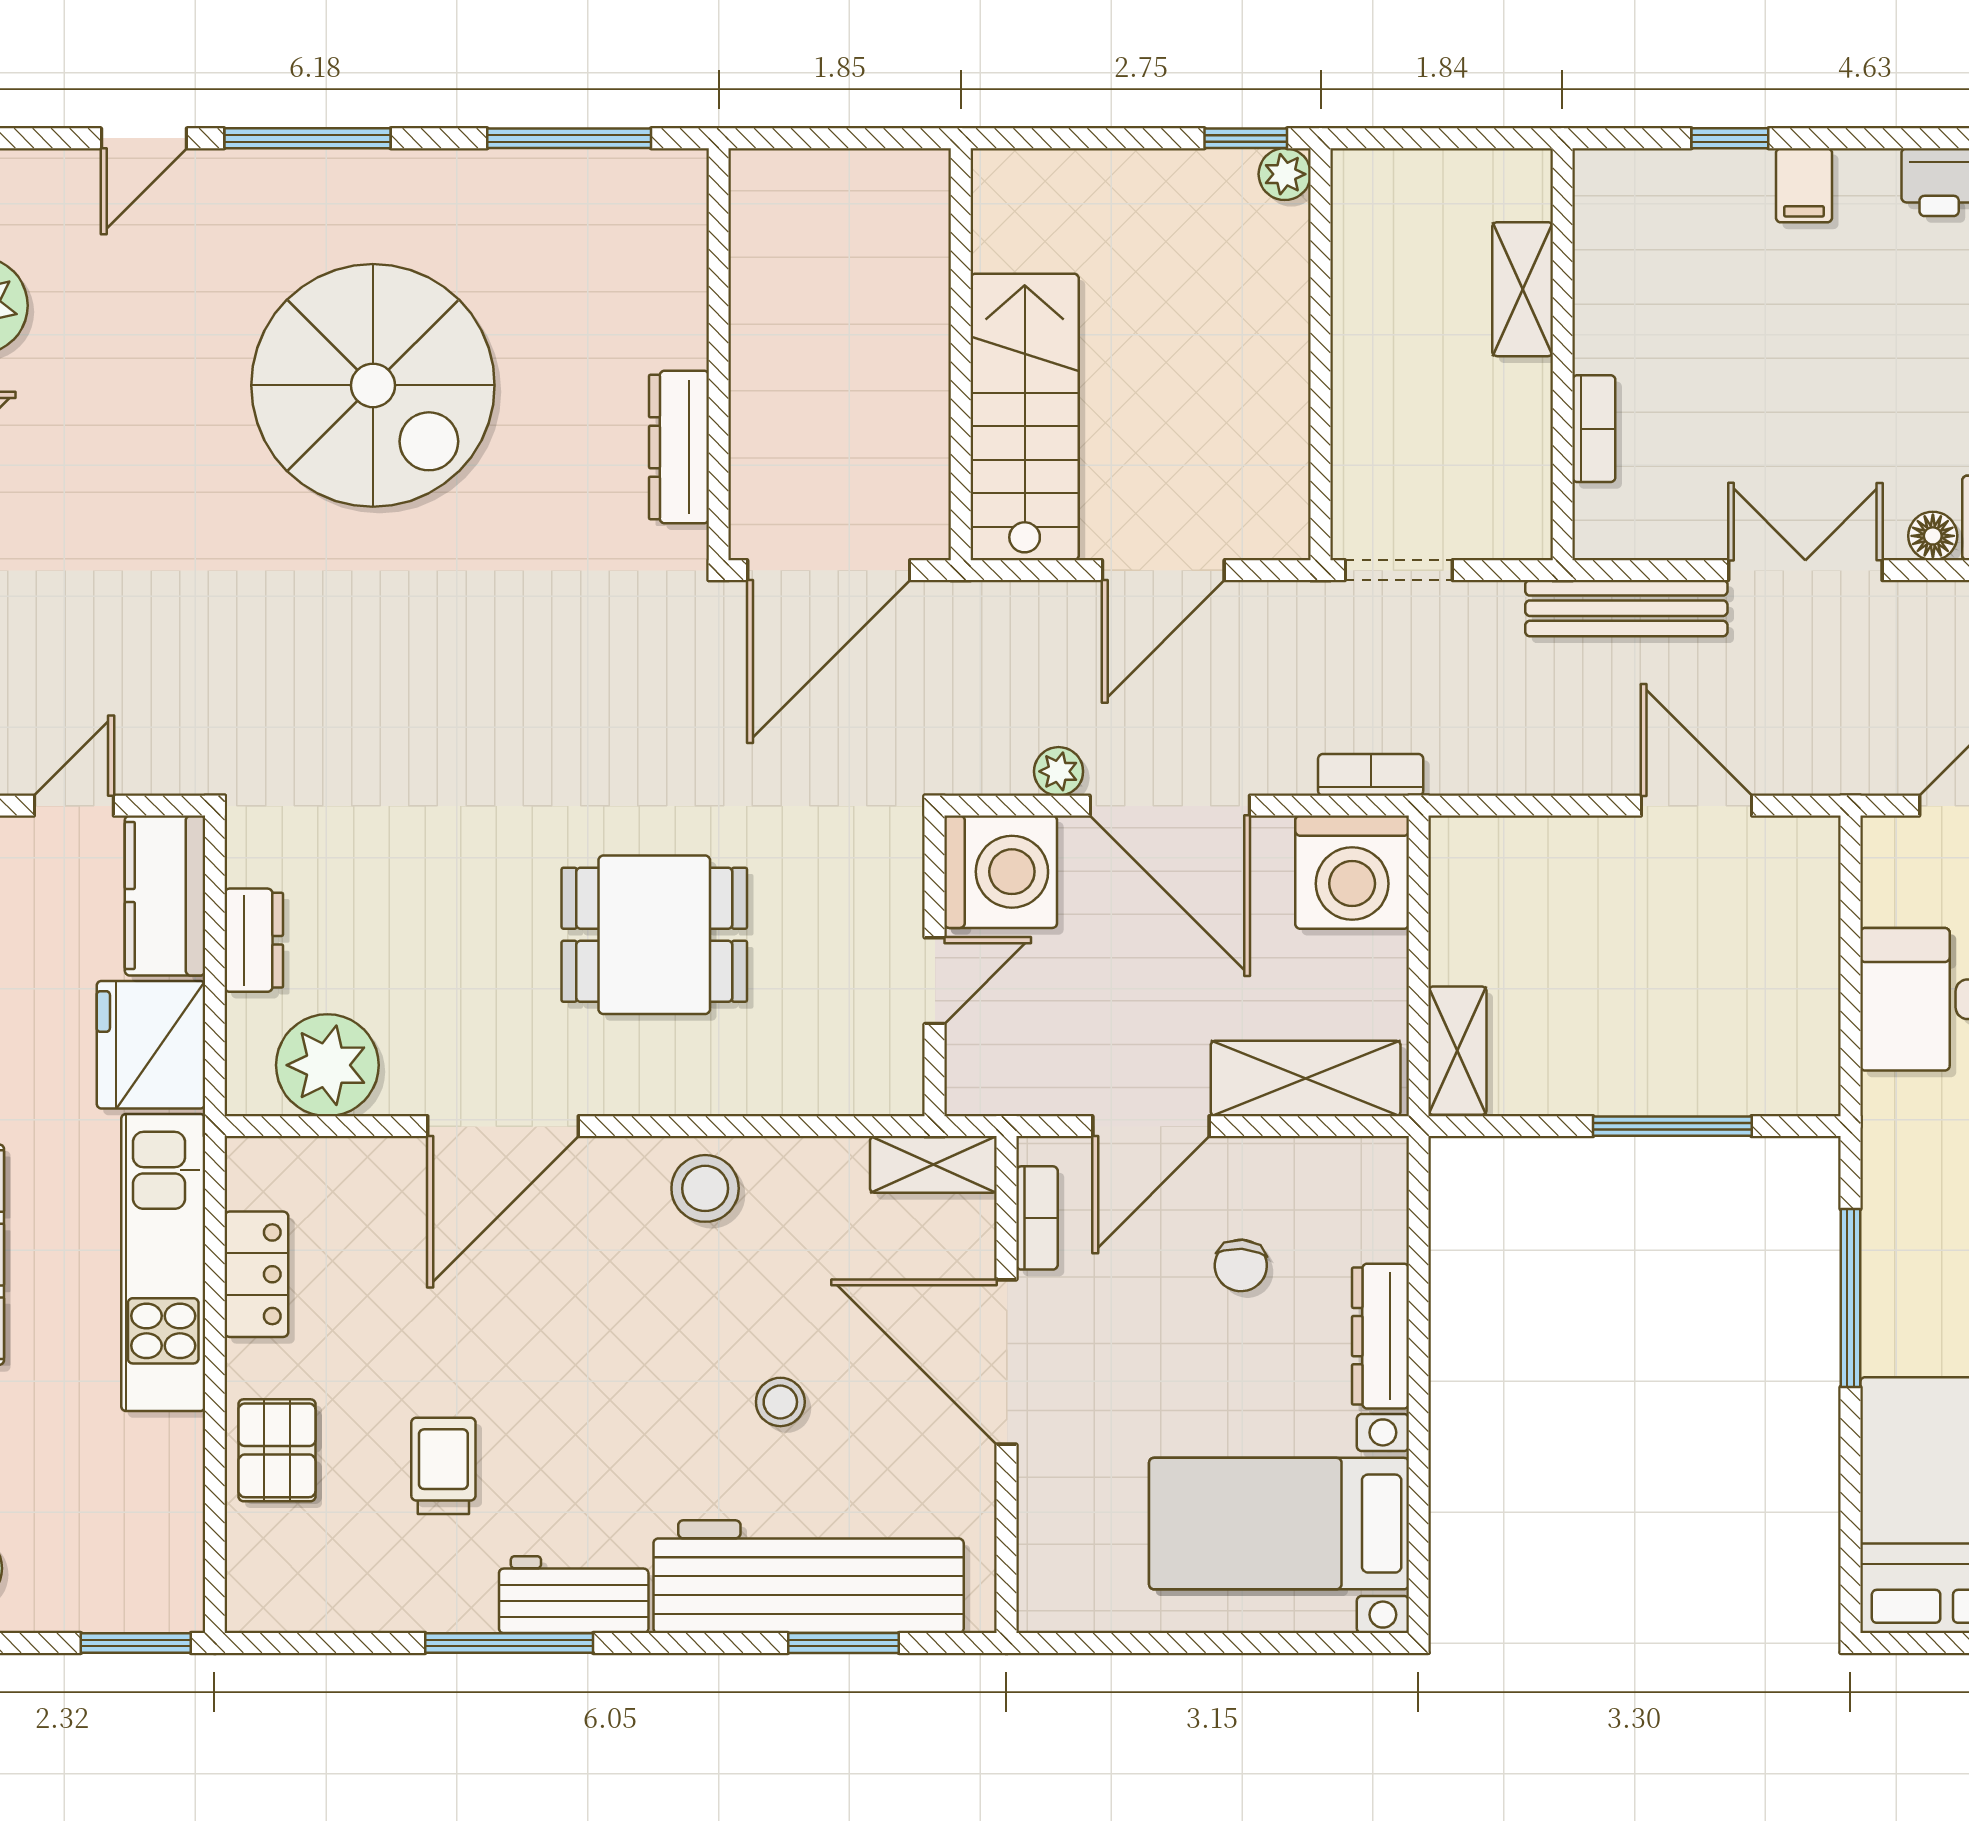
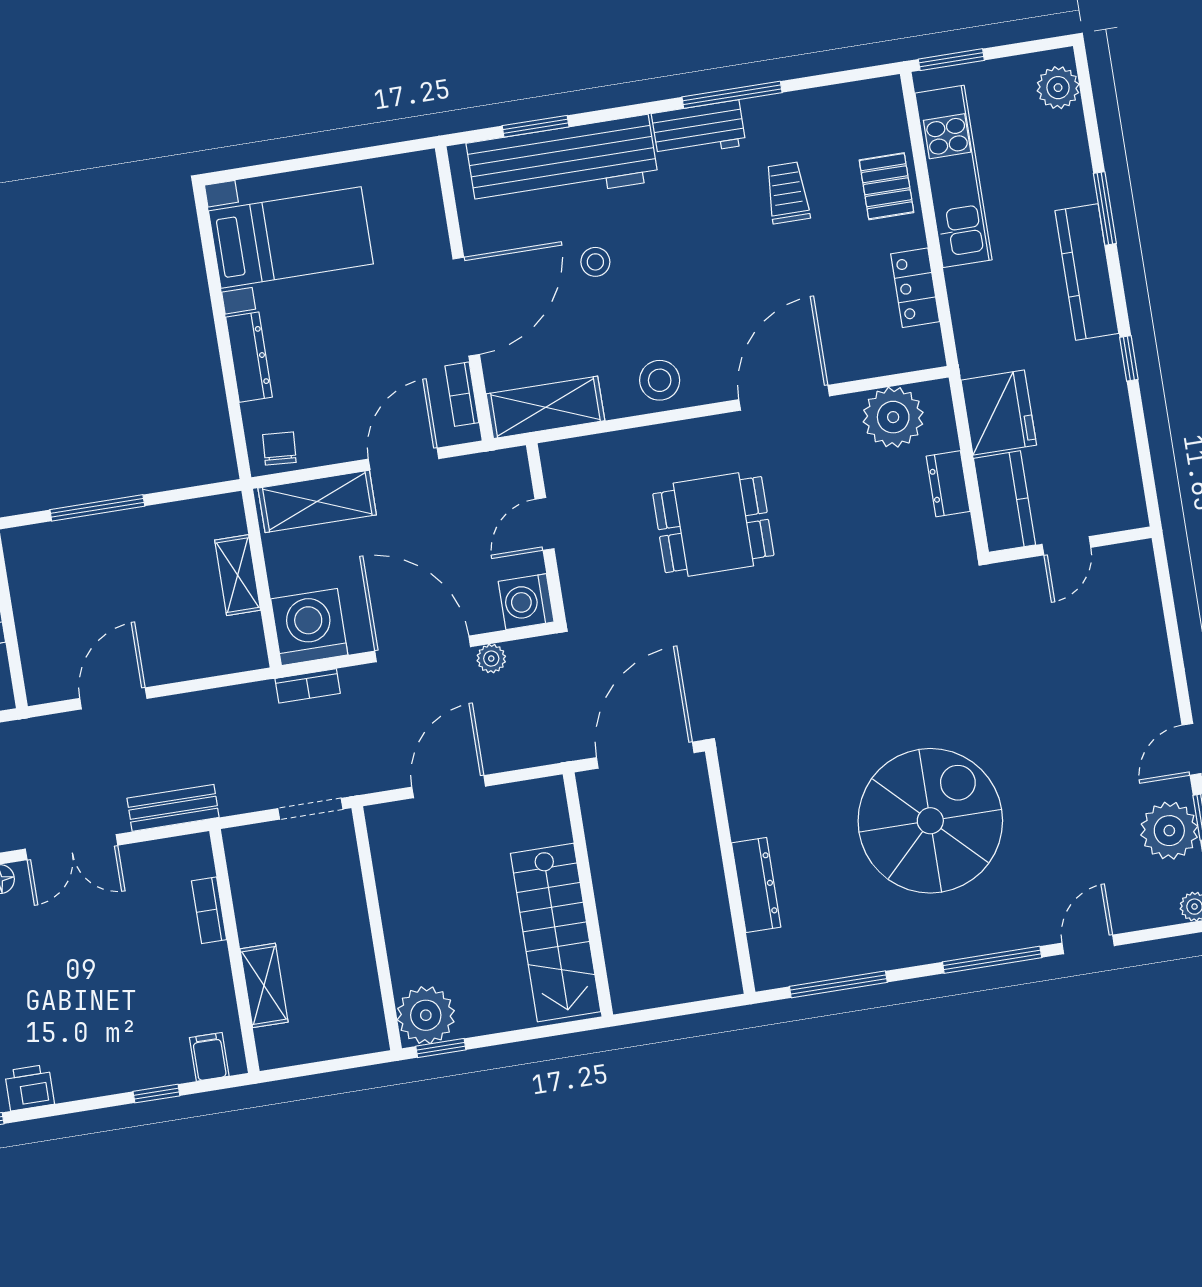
plant: (1285, 174) -> (426, 1015), width x1.87, depth x1.87
filing cabinet: (1804, 185) -> (209, 1057), moved
spiral stairs: (373, 385) -> (930, 821), turned 90
stairs: (1025, 417) -> (556, 932), moved
dresser: (679, 447) -> (756, 885), moved
bench: (1626, 608) -> (173, 808), width x0.73
door: (1696, 806) -> (113, 698), swing flipped
washing machine: (1001, 872) -> (526, 602), width x0.73, depth x0.73
shelving: (1457, 1051) -> (238, 575), moved
shelving: (933, 1164) -> (545, 407), width x1.50, depth x1.33
kitchen unit: (163, 1262) -> (953, 176), moved
chair: (1241, 1265) -> (279, 448), moved
door: (1007, 1362) -> (466, 307), hinge flipped
trolley: (443, 1466) -> (787, 193), turned 180

